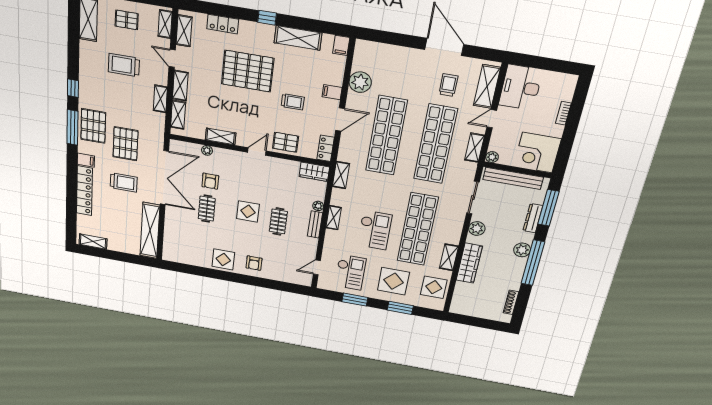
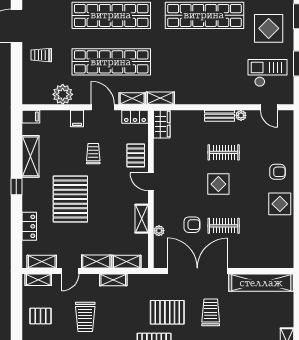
pallet: (127, 20) -> (40, 316), turned 90
trolley: (448, 85) -> (41, 55), moved
plant: (318, 206) -> (241, 115), moved
shelving: (334, 218) -> (132, 99), moved
checkout: (375, 230) -> (214, 57), removed

